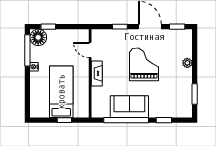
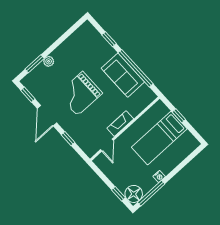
window: (195, 94) -> (35, 64), moved

